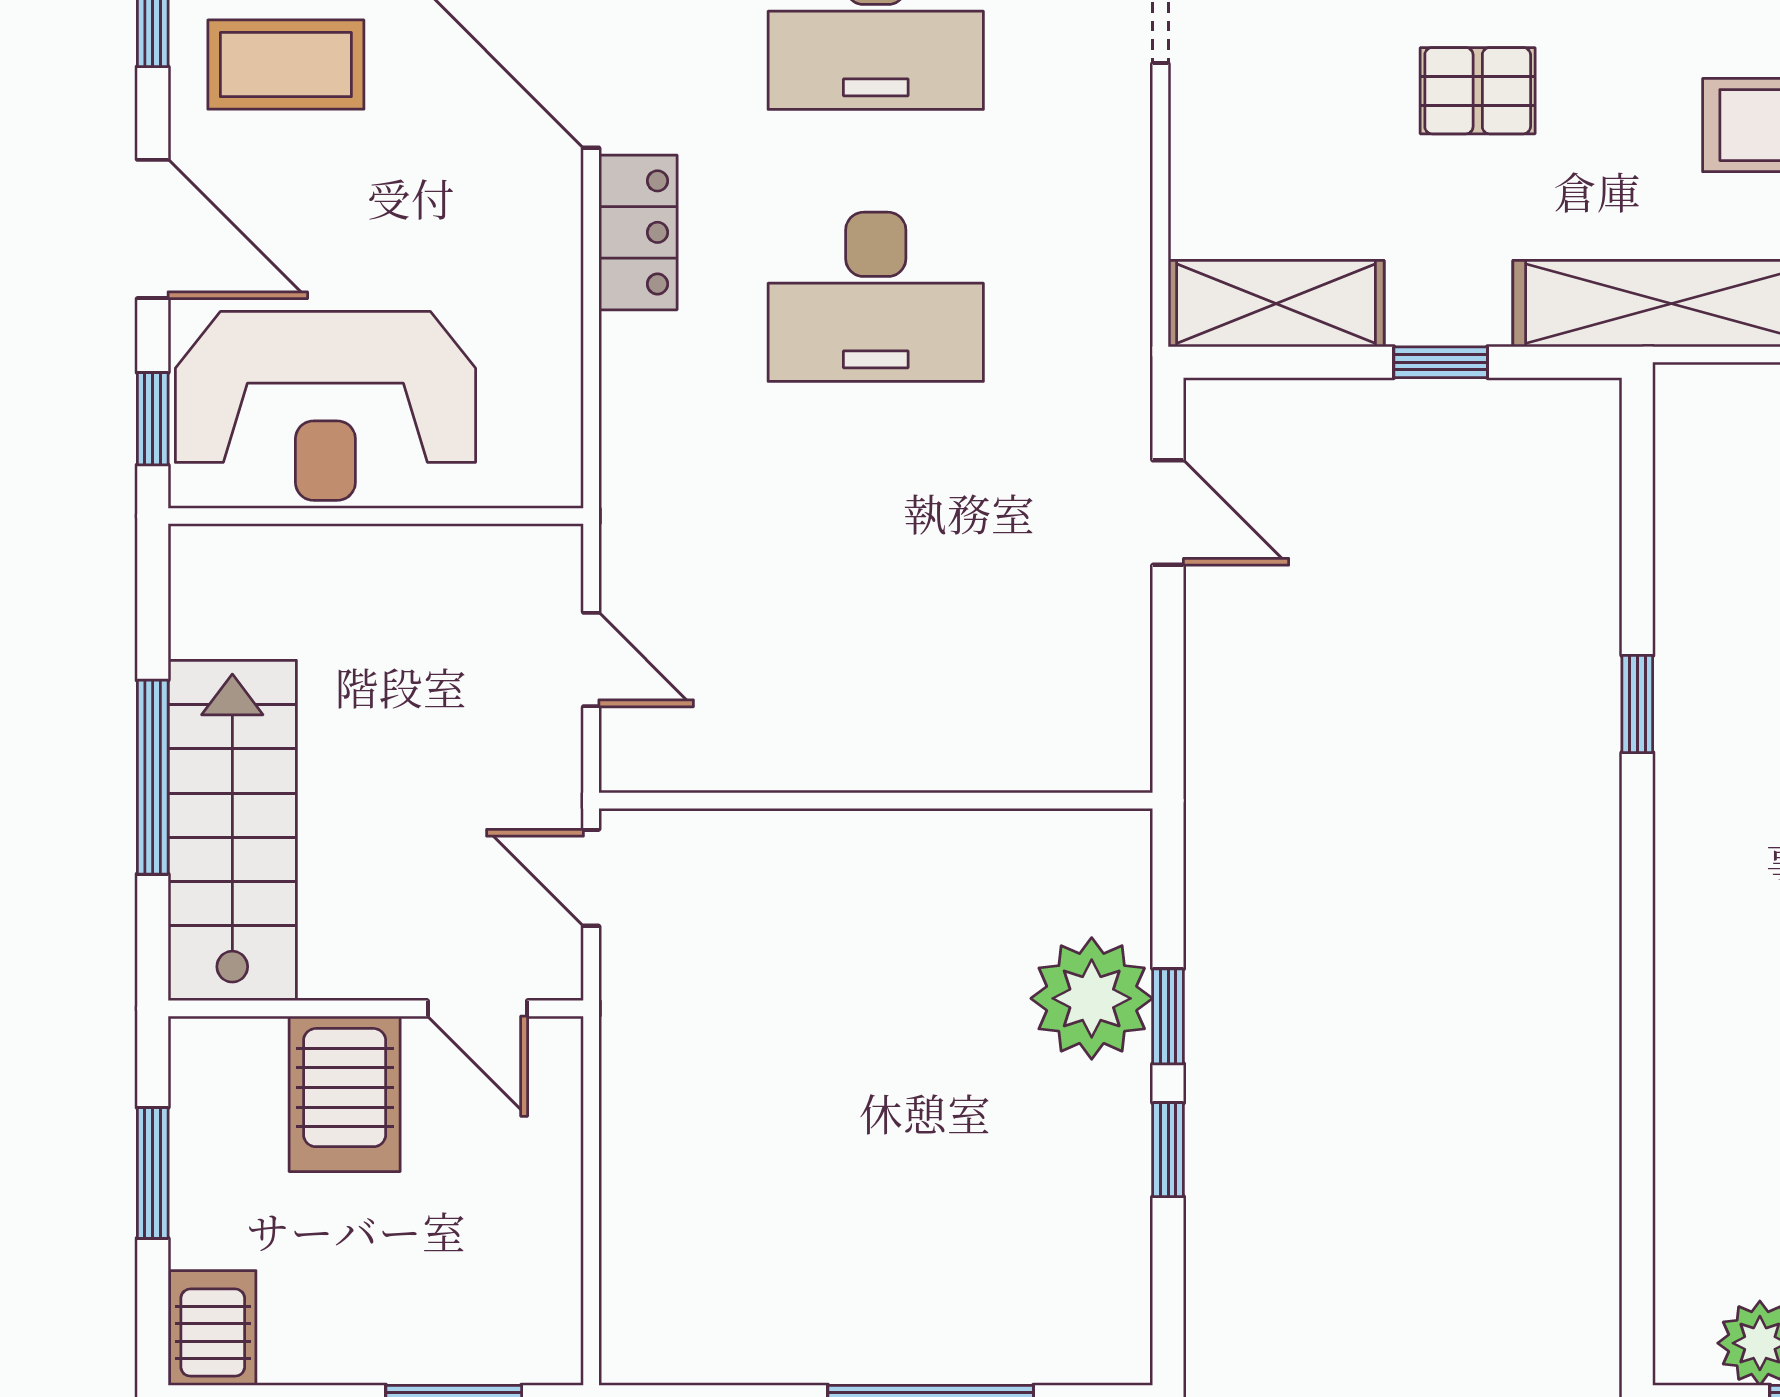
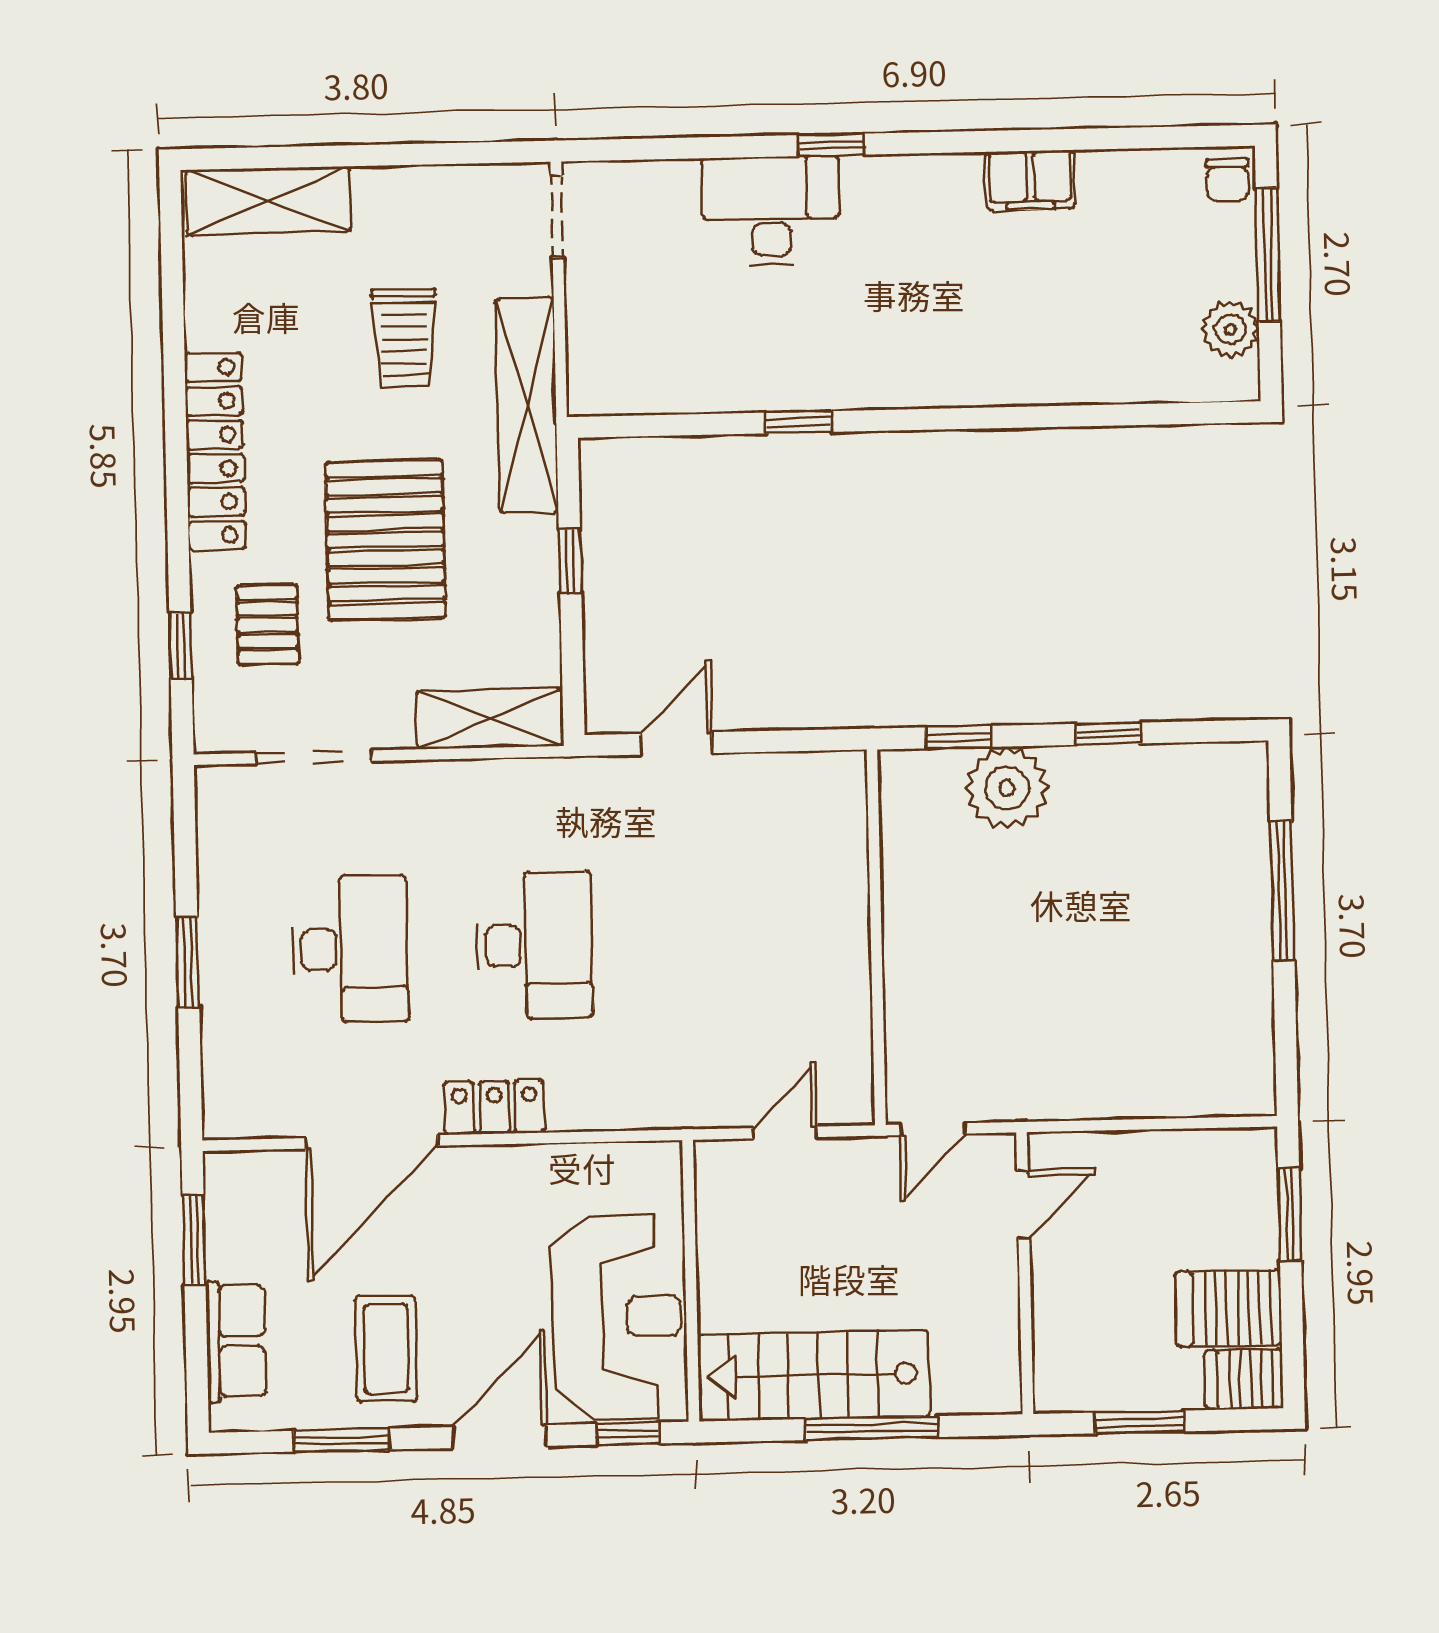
pallet: (1478, 91) -> (385, 540), width x2.05, depth x2.00
shelving: (1276, 304) -> (490, 718), moved, turned 90
stairs: (232, 831) -> (814, 1375), moved
window: (1168, 1016) -> (958, 737), moved
server rack: (345, 1094) -> (1228, 1308), moved, turned 180

